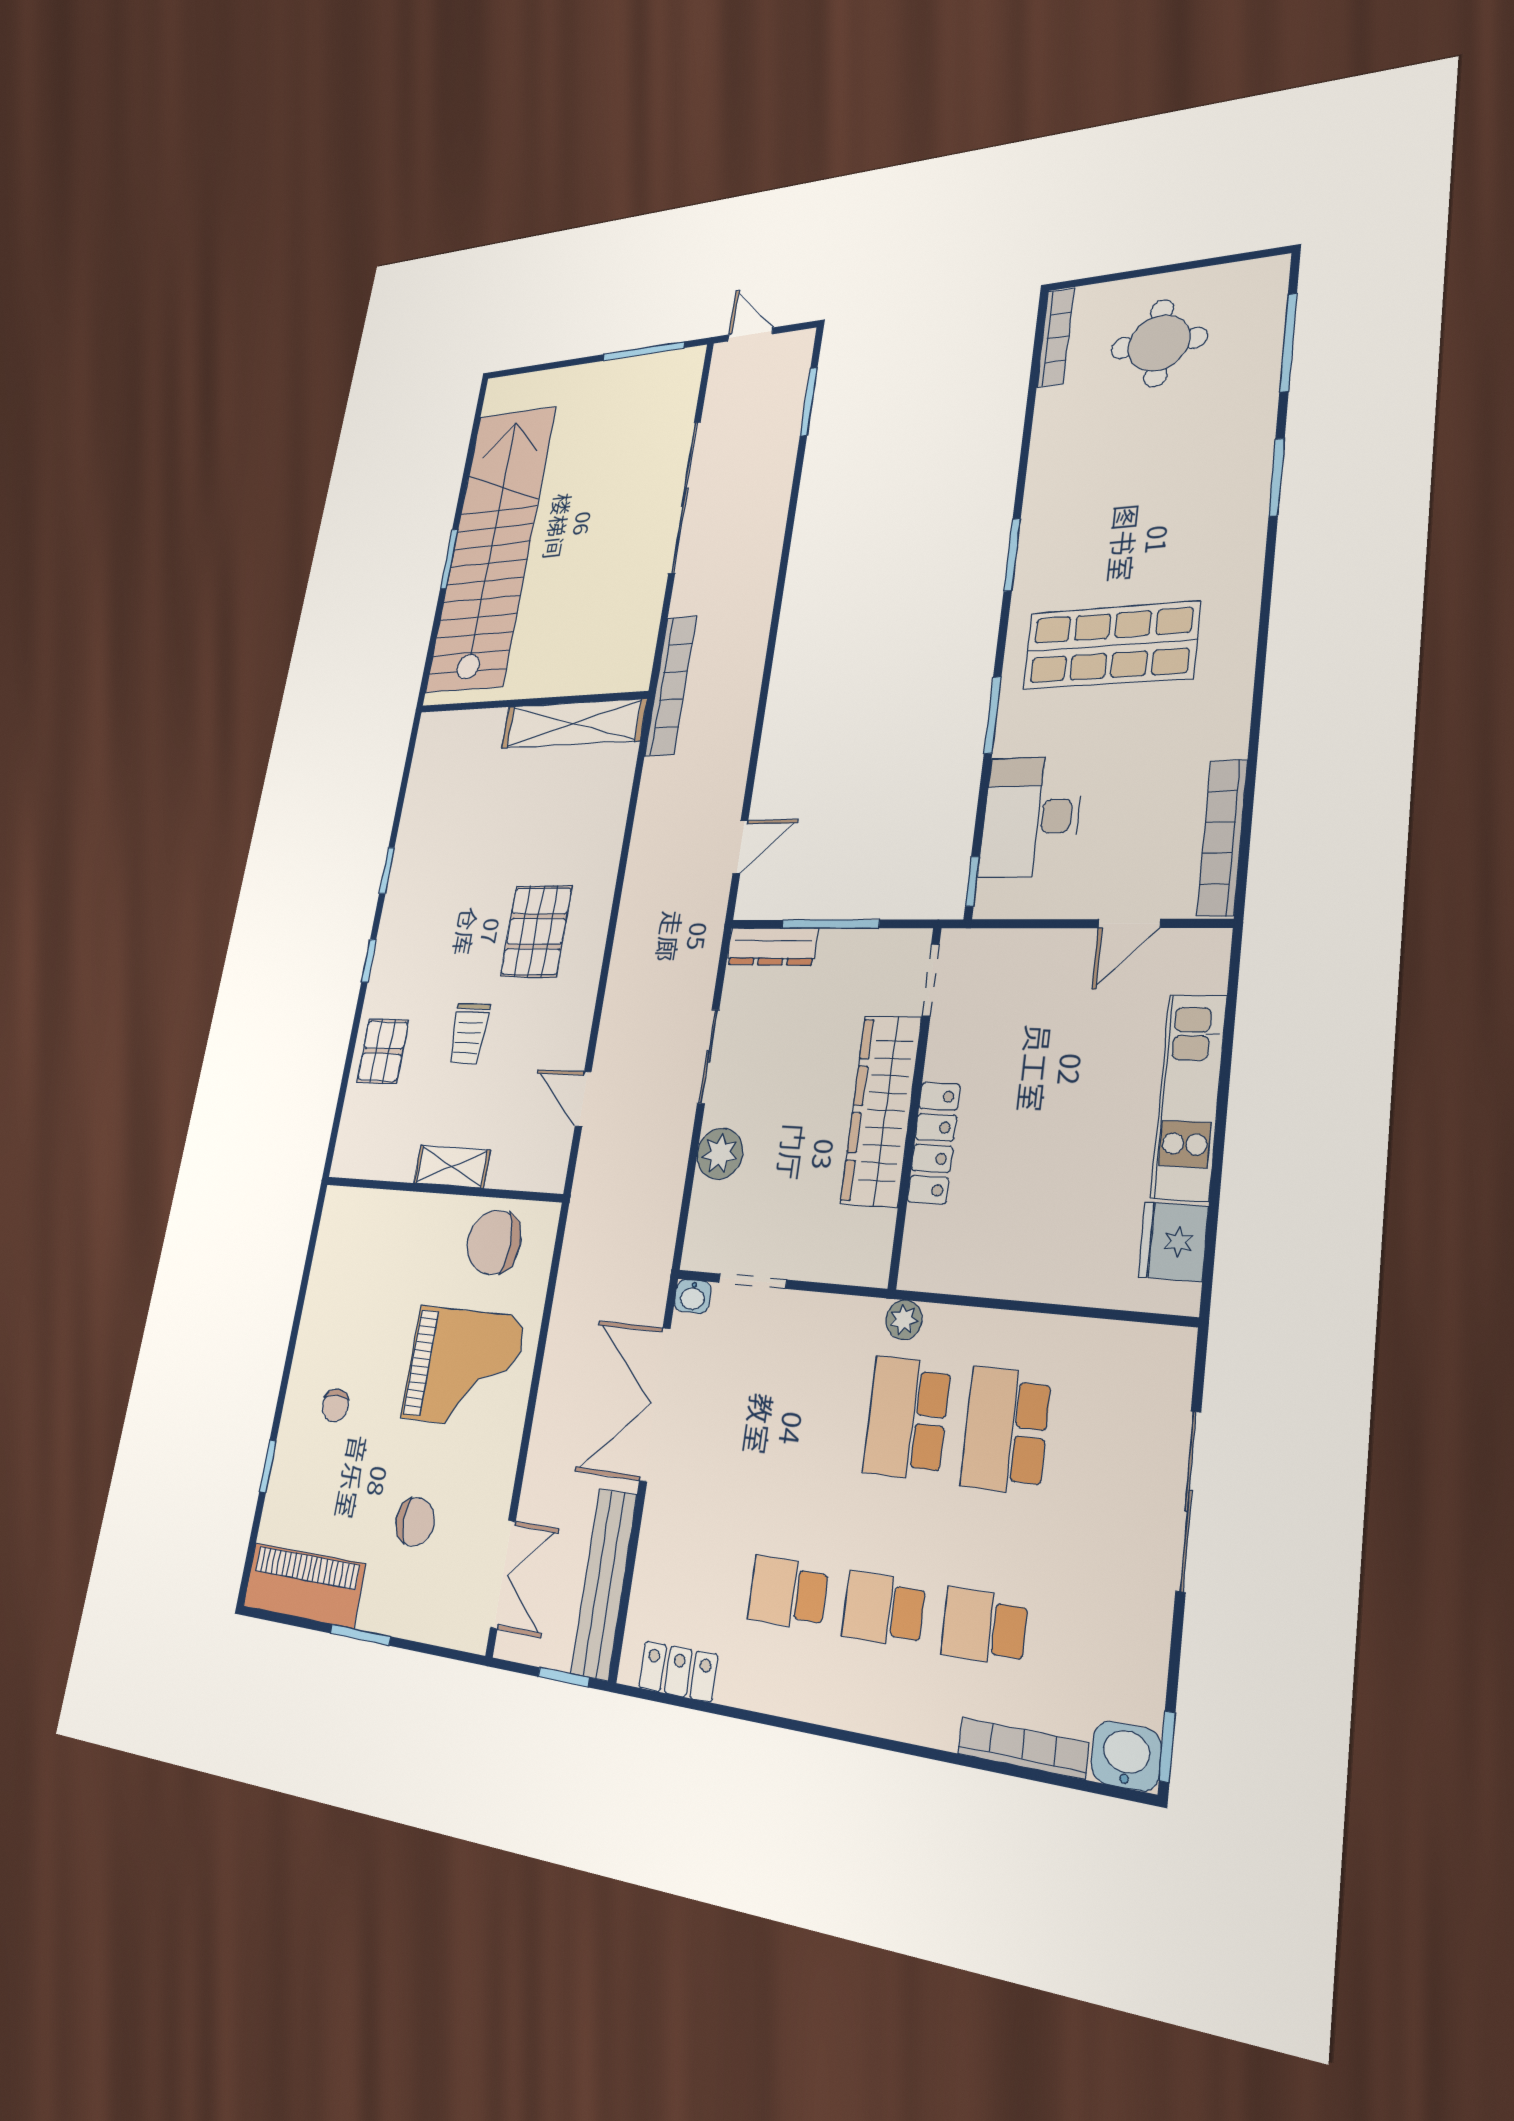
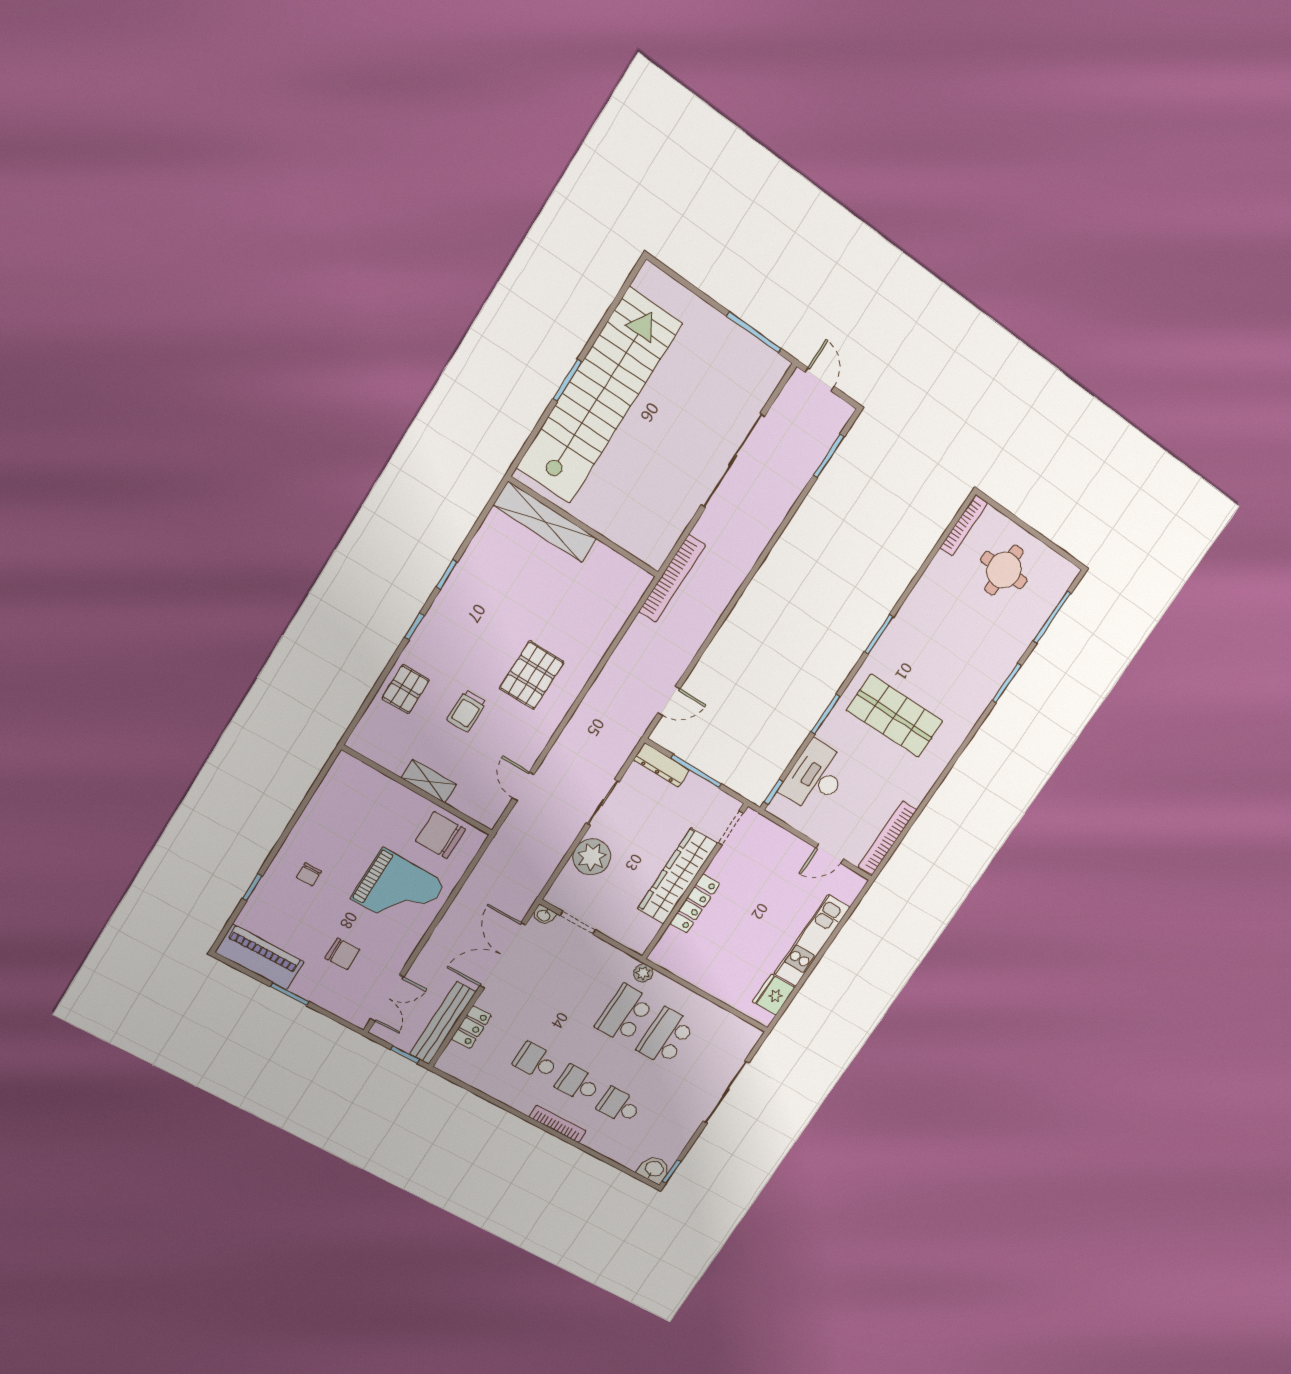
shelving: (573, 724) -> (545, 522), moved
plant: (720, 1154) -> (592, 857), width x1.36, depth x1.36
locker: (678, 1671) -> (471, 1027), moved, turned 90
bookcase: (1023, 1748) -> (558, 1124), moved

